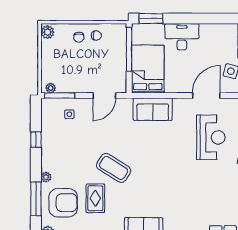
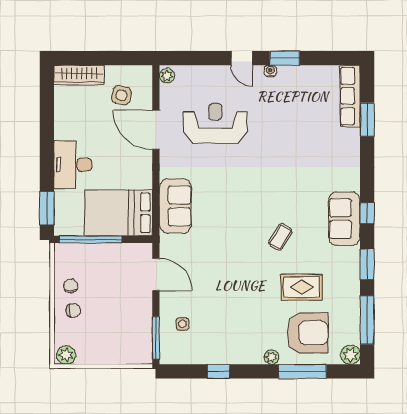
plant: (51, 88) -> (145, 350), removed
coffee table: (114, 168) -> (280, 237), moved, width x0.54, depth x0.58
armchair: (63, 203) -> (308, 333), turned 90

